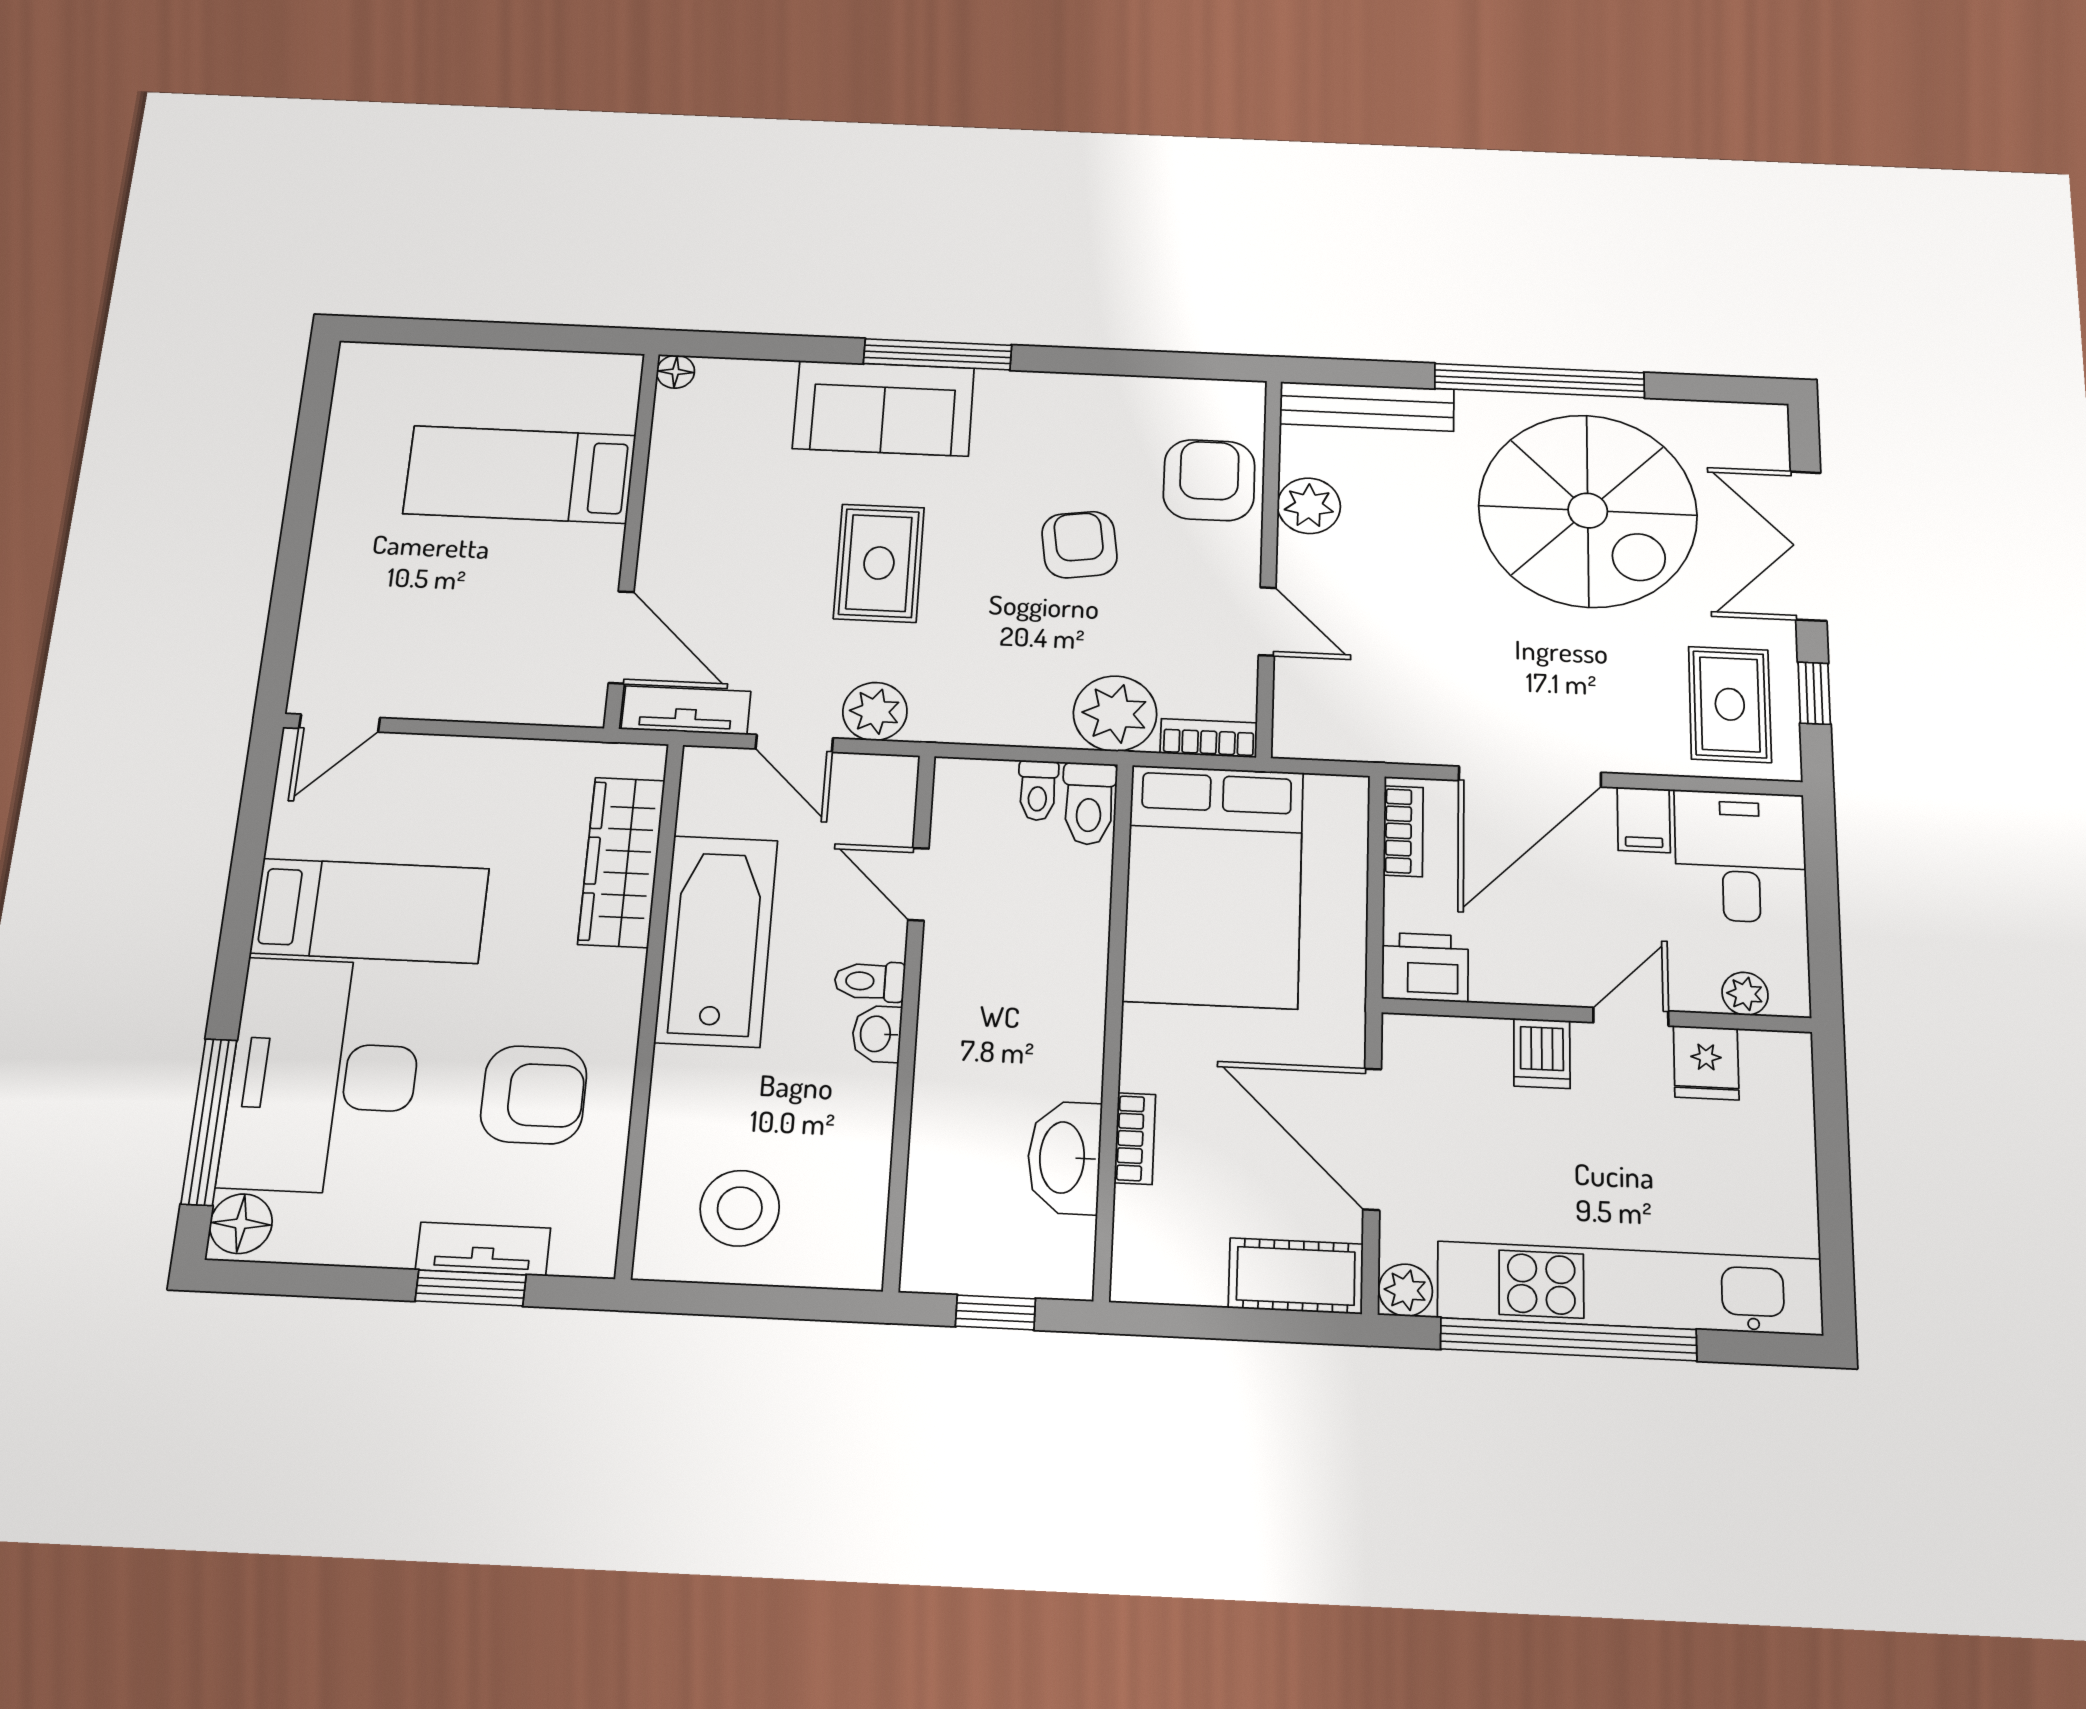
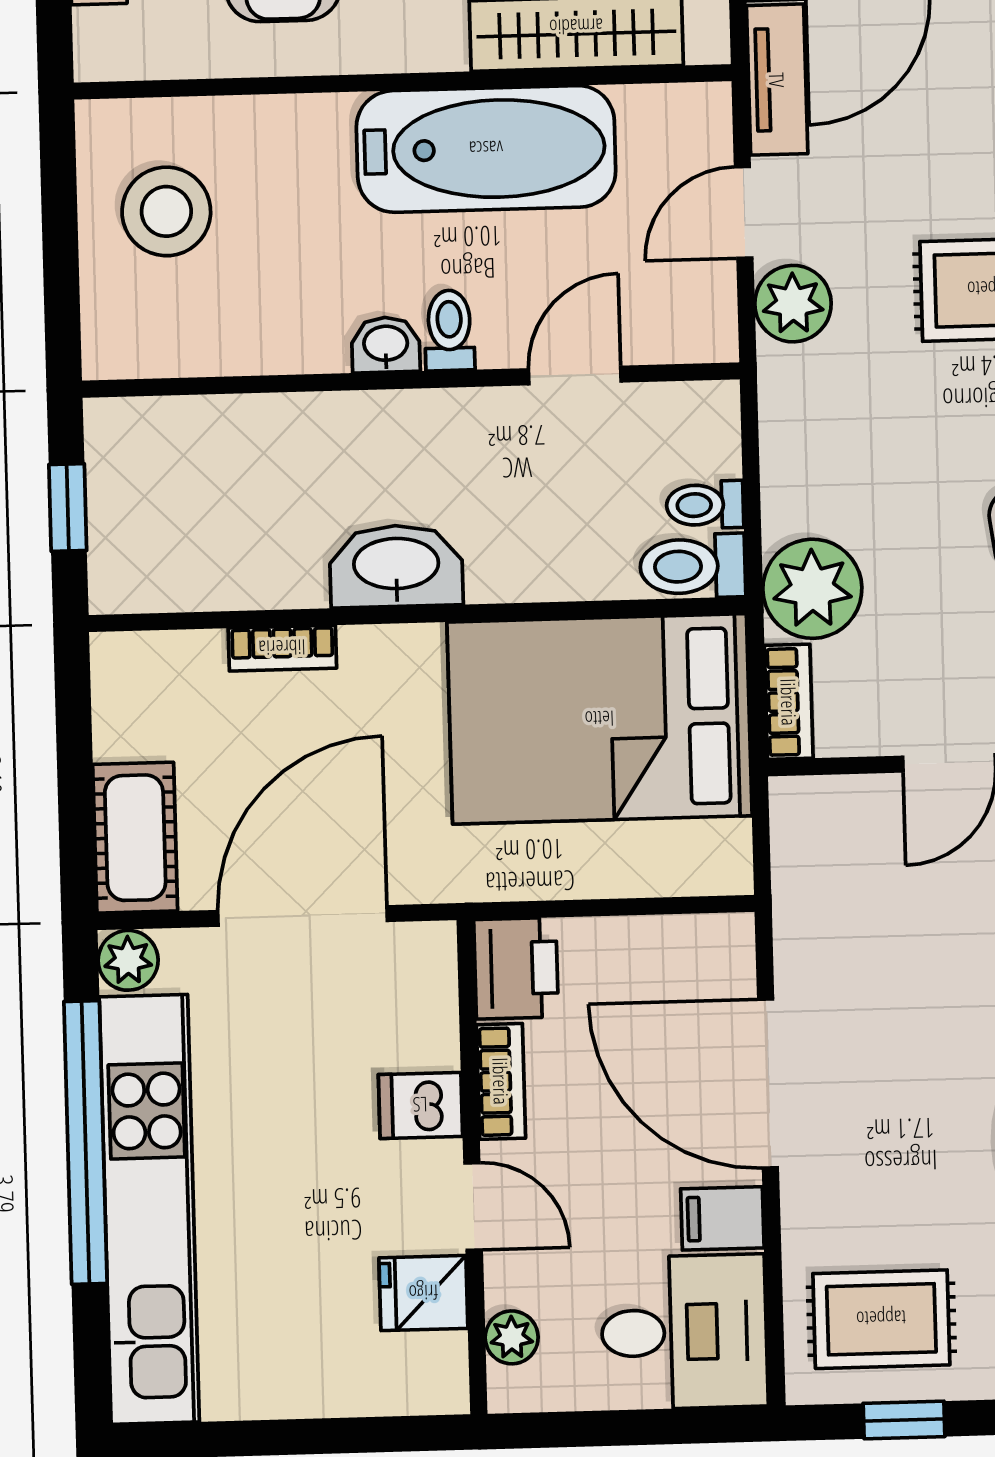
bookcase: (1403, 831) -> (501, 1081), moved, turned -90
washbasin: (1064, 1158) -> (396, 566), moved

